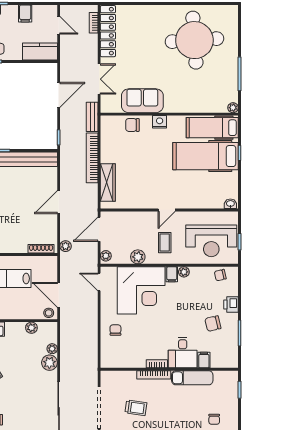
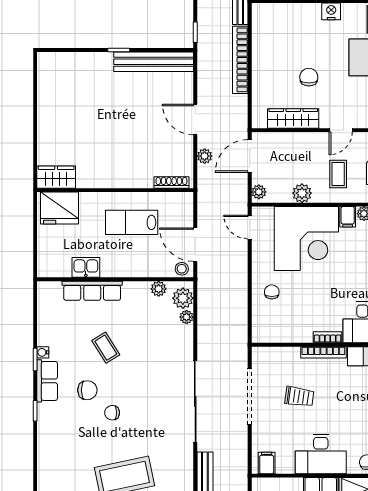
chair: (132, 125) -> (309, 77), moved, turned 90
wardrobe: (108, 183) -> (293, 118), moved, turned -90
door: (59, 202) -> (195, 120), hinge flipped
plant: (66, 246) -> (205, 156), moved
plant: (49, 363) -> (183, 298), moved

